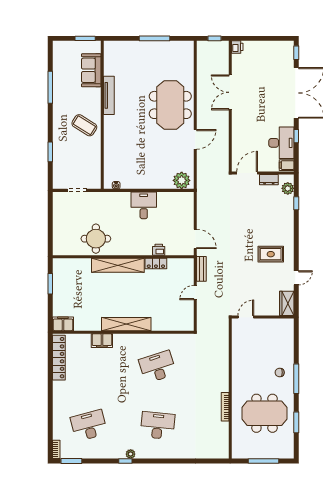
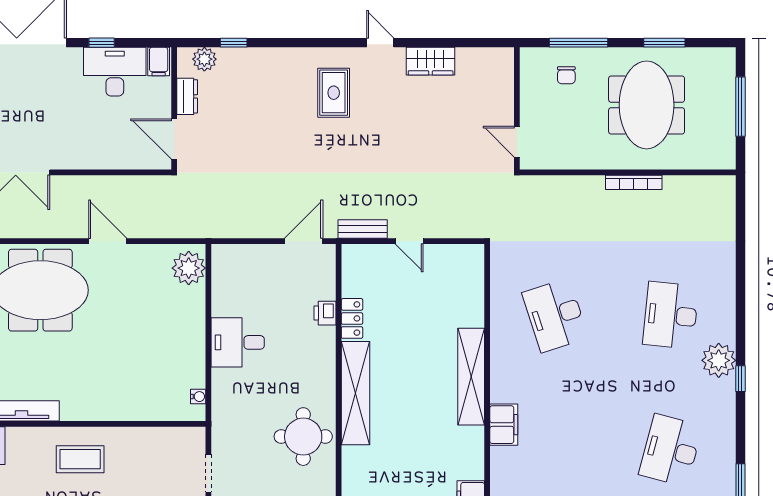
coffee table: (84, 125) -> (80, 459), turned 58
door: (246, 317) -> (517, 142), moved
wall: (263, 317) -> (517, 108), moved
desk: (89, 425) -> (671, 450), turned 30
plant: (131, 454) -> (719, 360), width x1.88, depth x1.88

